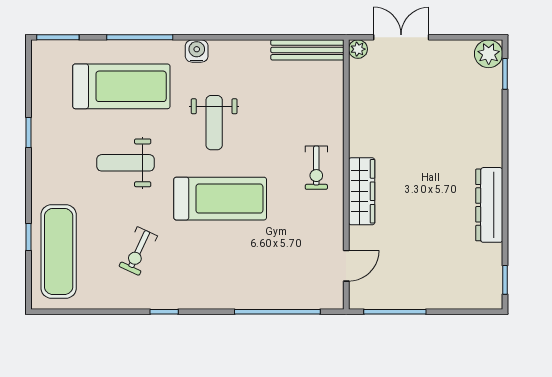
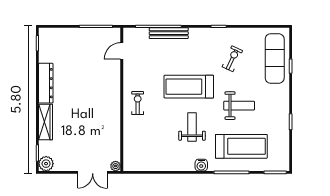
bench: (307, 50) -> (169, 33), moved
treadmill: (121, 86) -> (241, 146), turned 180
wardrobe: (362, 191) -> (45, 122), moved, turned 180

